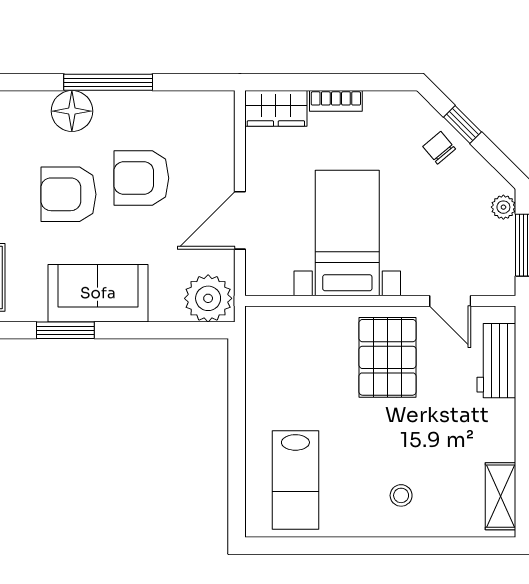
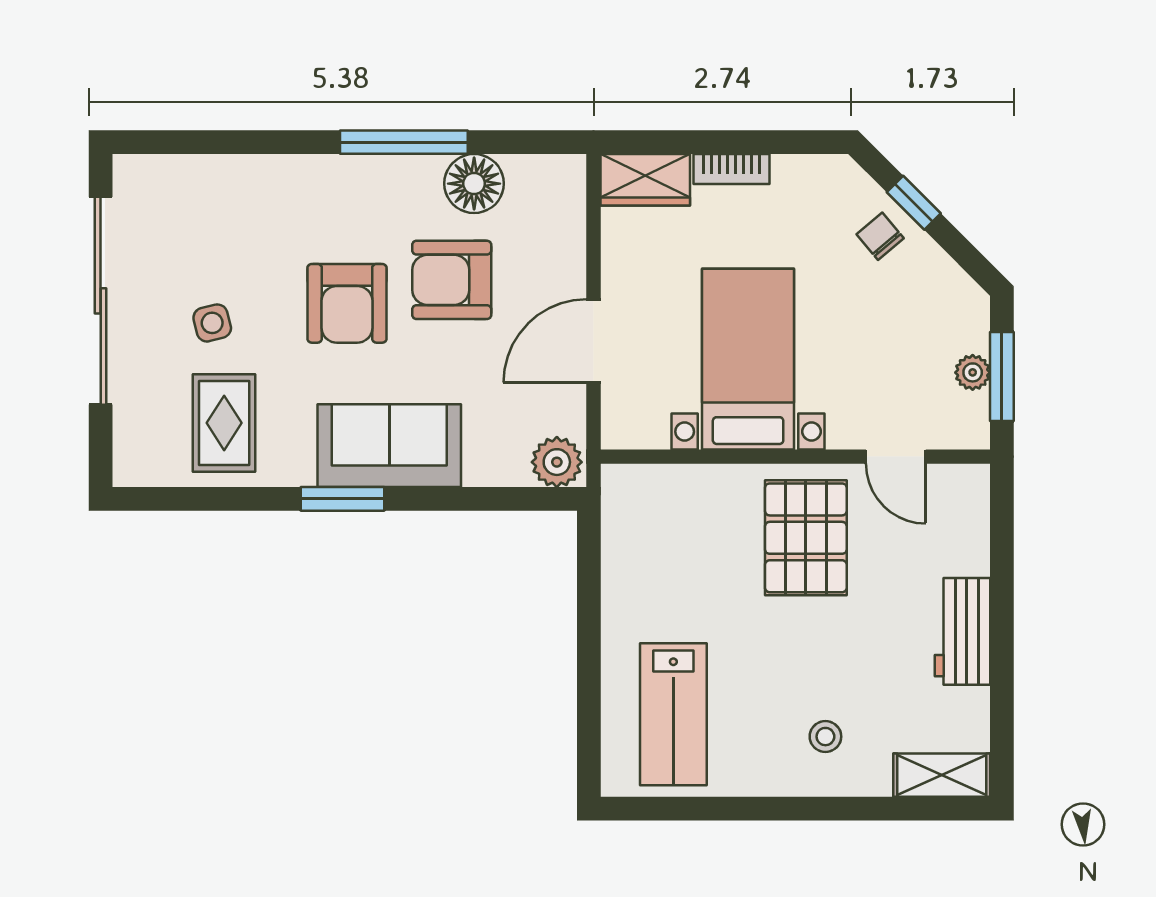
floor lamp: (72, 111) -> (474, 184), moved
armchair: (69, 194) -> (347, 303), turned -90
plant: (503, 207) -> (973, 372), moved
plant: (208, 298) -> (557, 462), width x0.73, depth x0.73
workbench: (496, 361) -> (962, 631), moved
shelving: (500, 496) -> (942, 775), moved, turned 90

